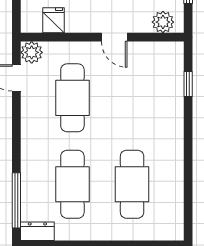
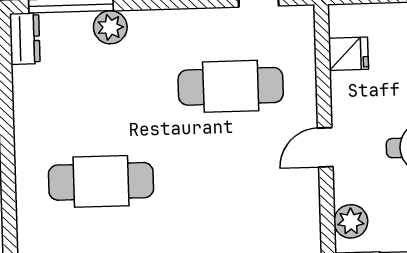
plant: (32, 52) -> (110, 27), moved
cafe table: (72, 184) -> (98, 90), removed

